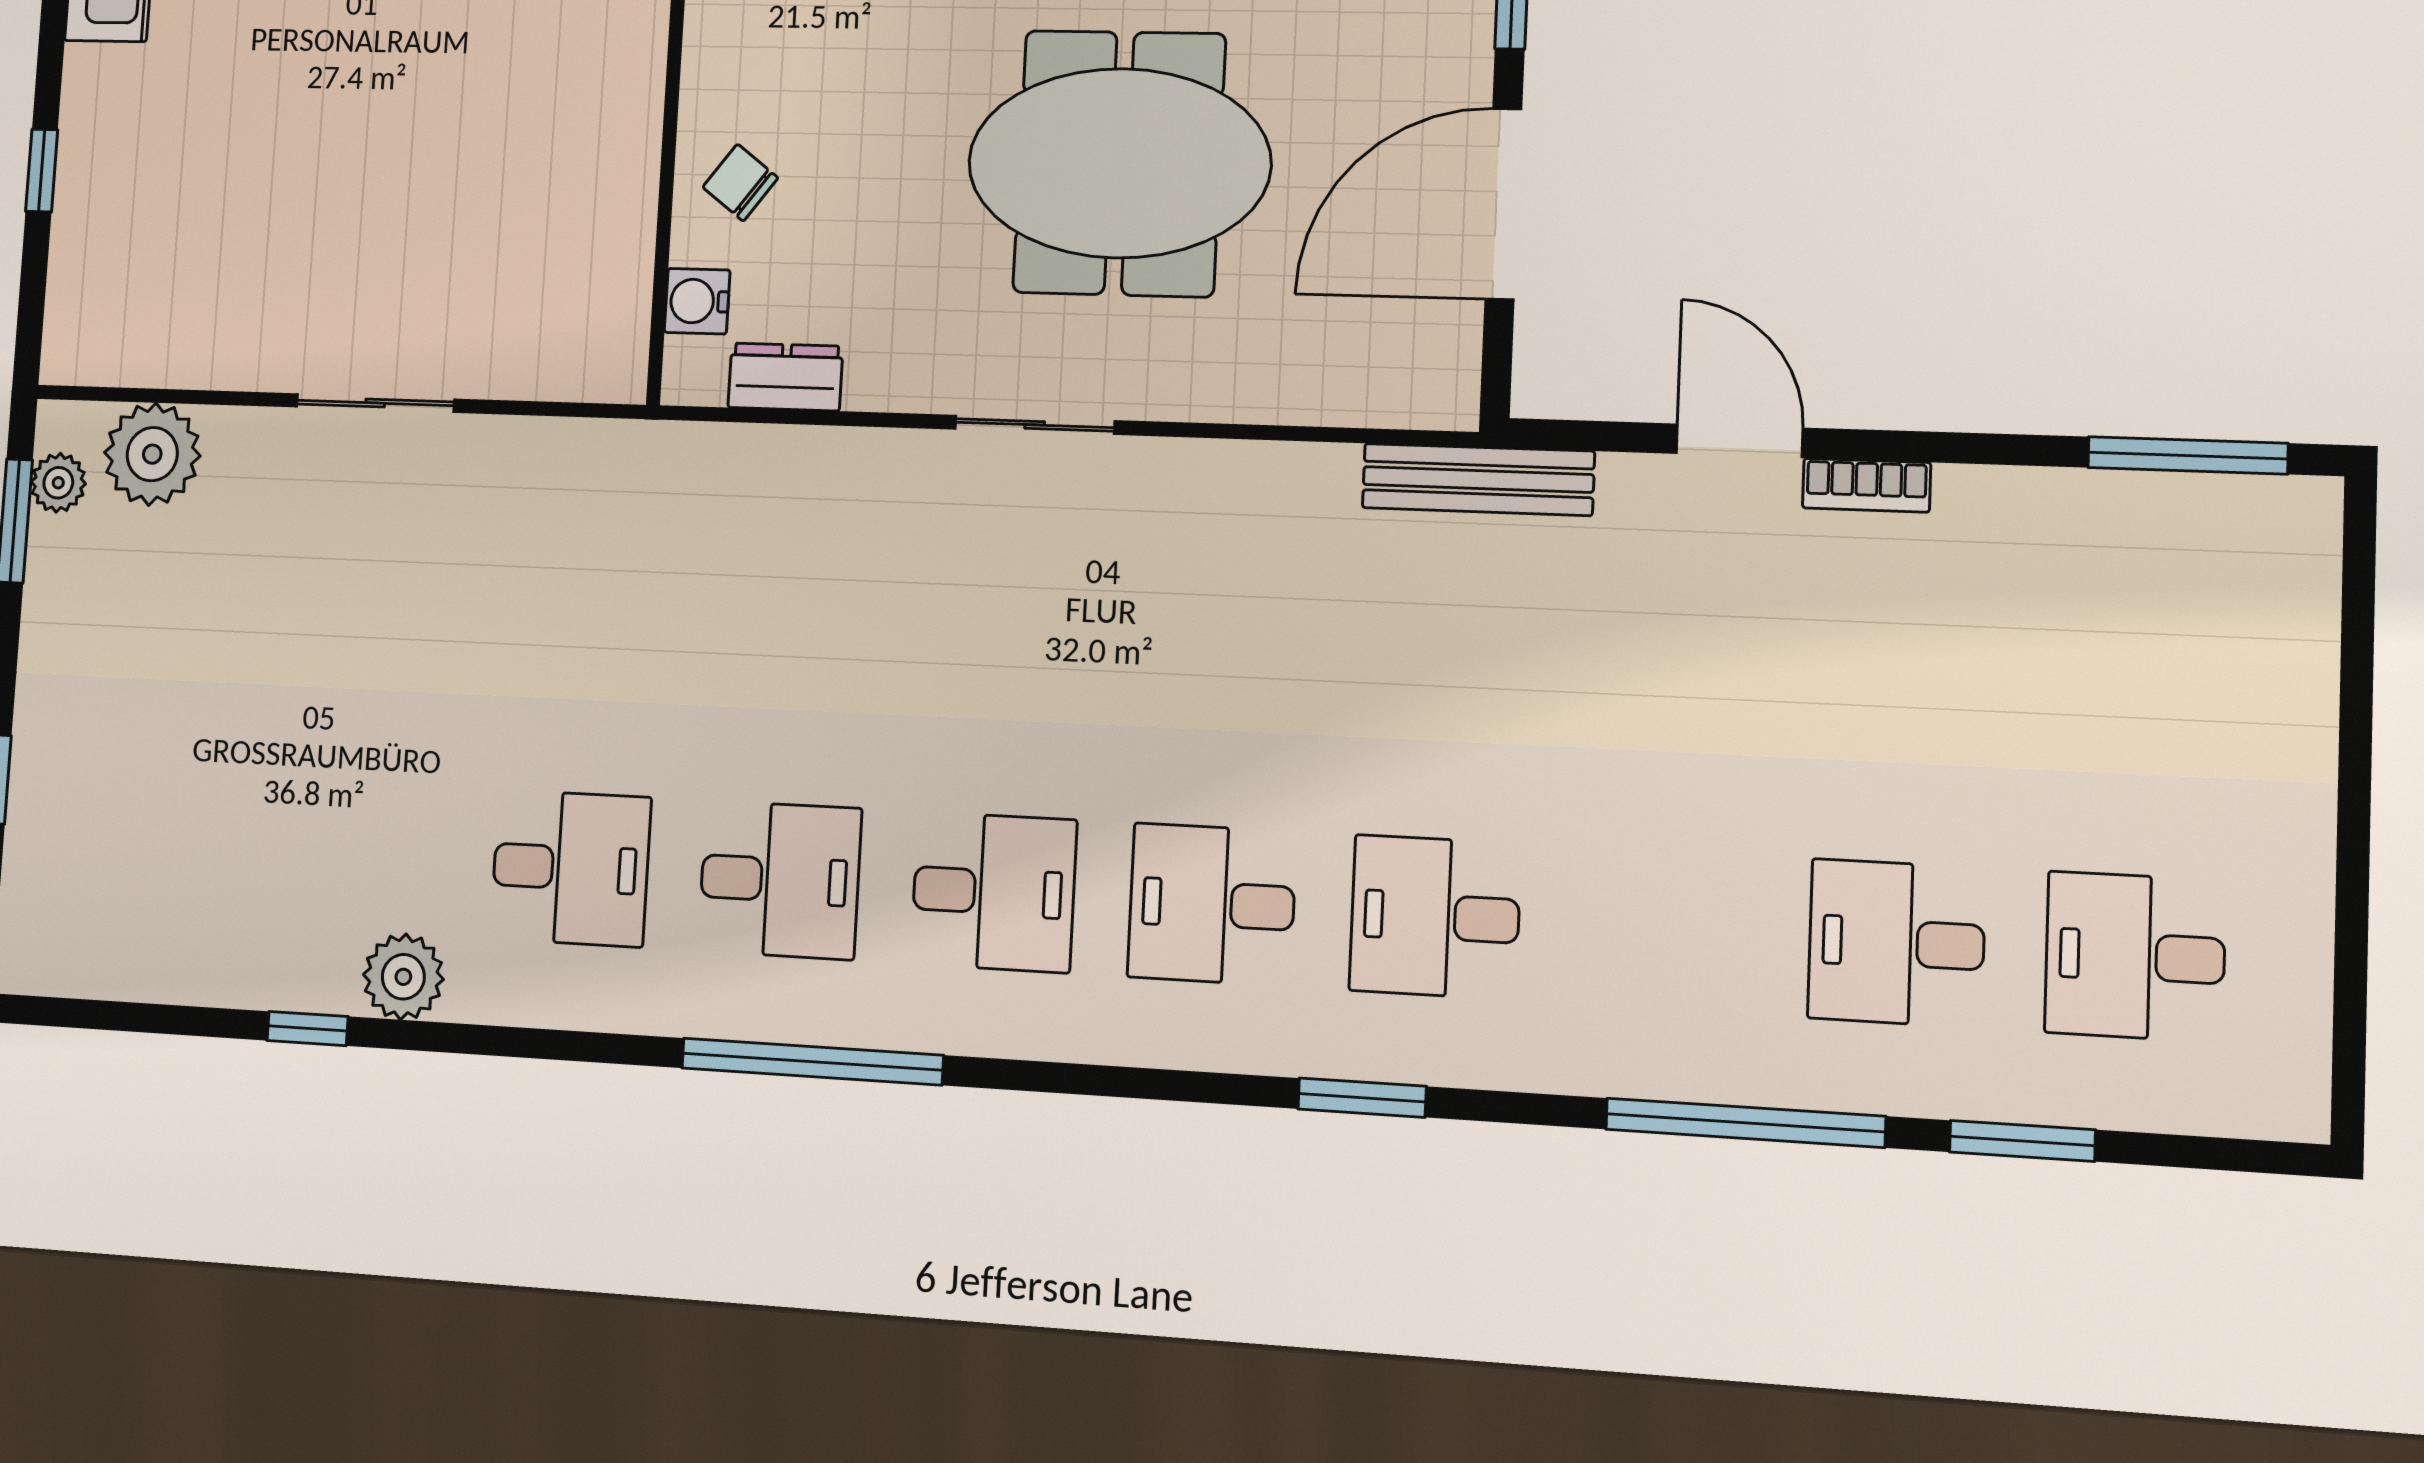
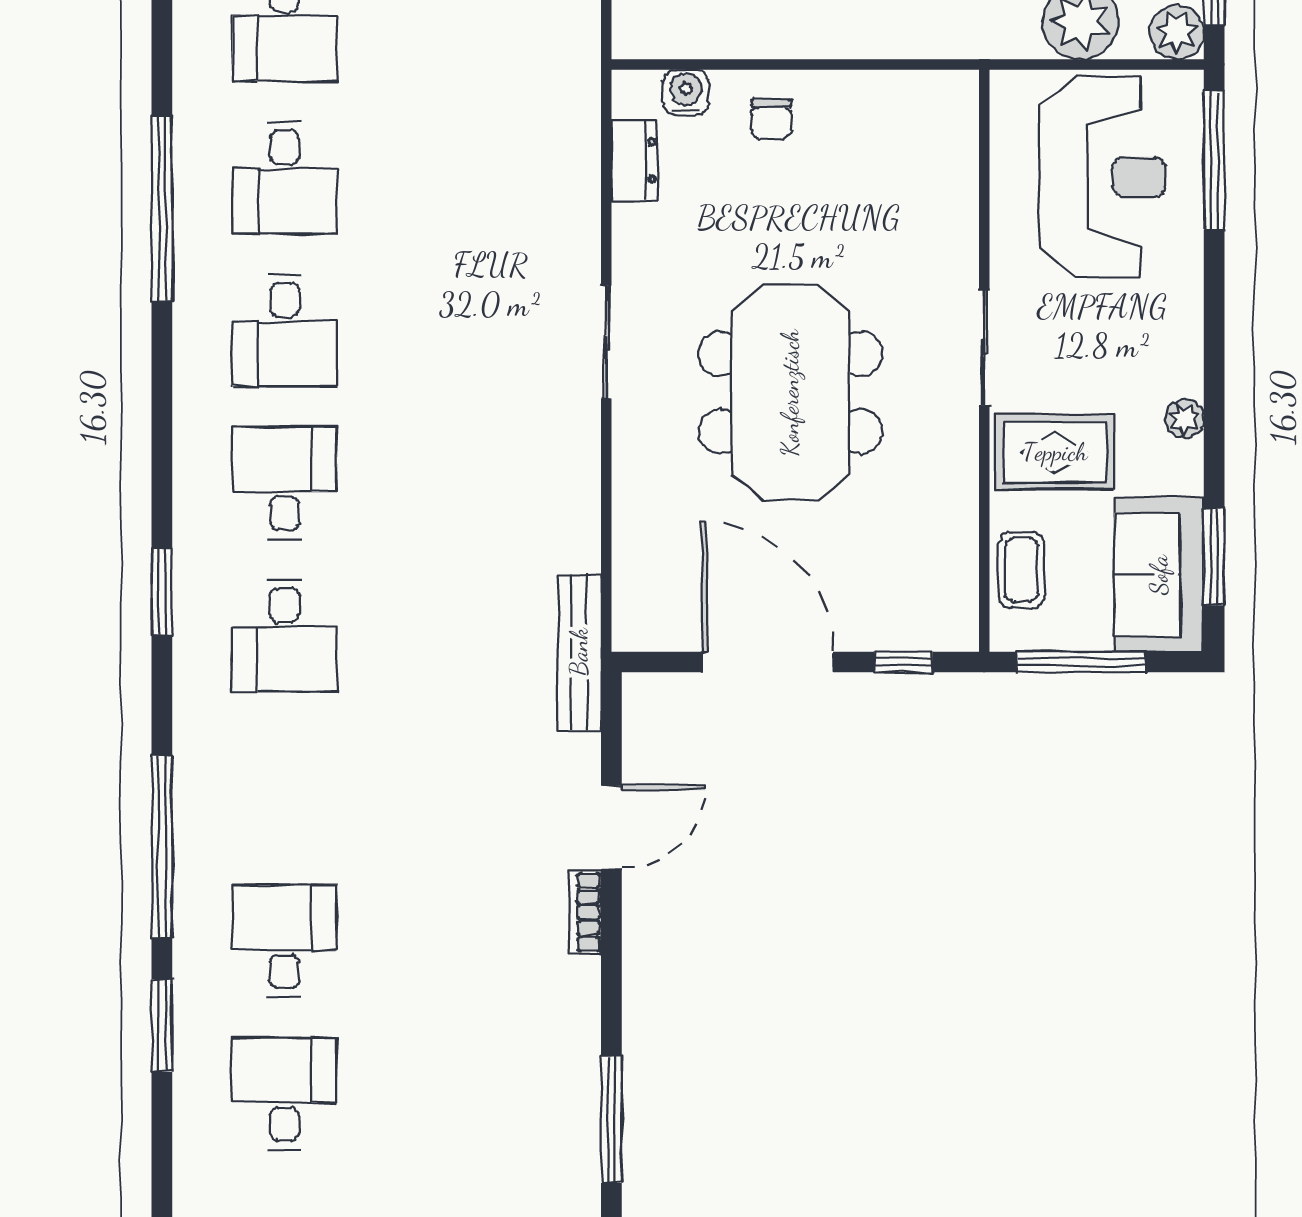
chair: (740, 183) -> (771, 119), turned 143
desk: (1435, 917) -> (284, 636), turned 180

